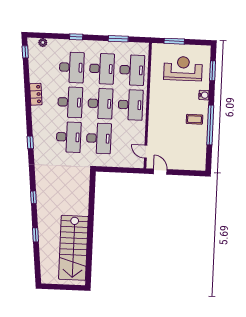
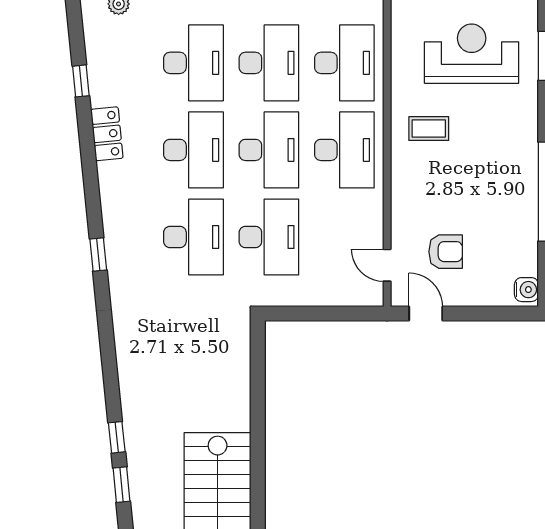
window: (25, 52) -> (81, 81), moved
water cooler: (204, 95) -> (526, 290), moved
coffee table: (194, 119) -> (429, 129), moved
armchair: (169, 147) -> (446, 252), added
window: (33, 197) -> (117, 437), moved

